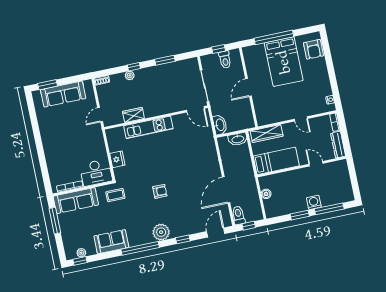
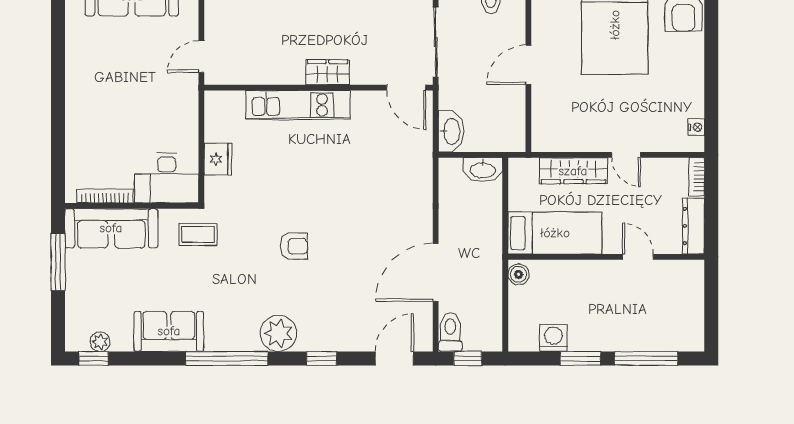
wardrobe: (133, 115) -> (327, 72), moved
wardrobe: (267, 134) -> (573, 171), moved
boiler: (266, 194) -> (519, 274), moved
washing machine: (314, 202) -> (554, 338), moved

